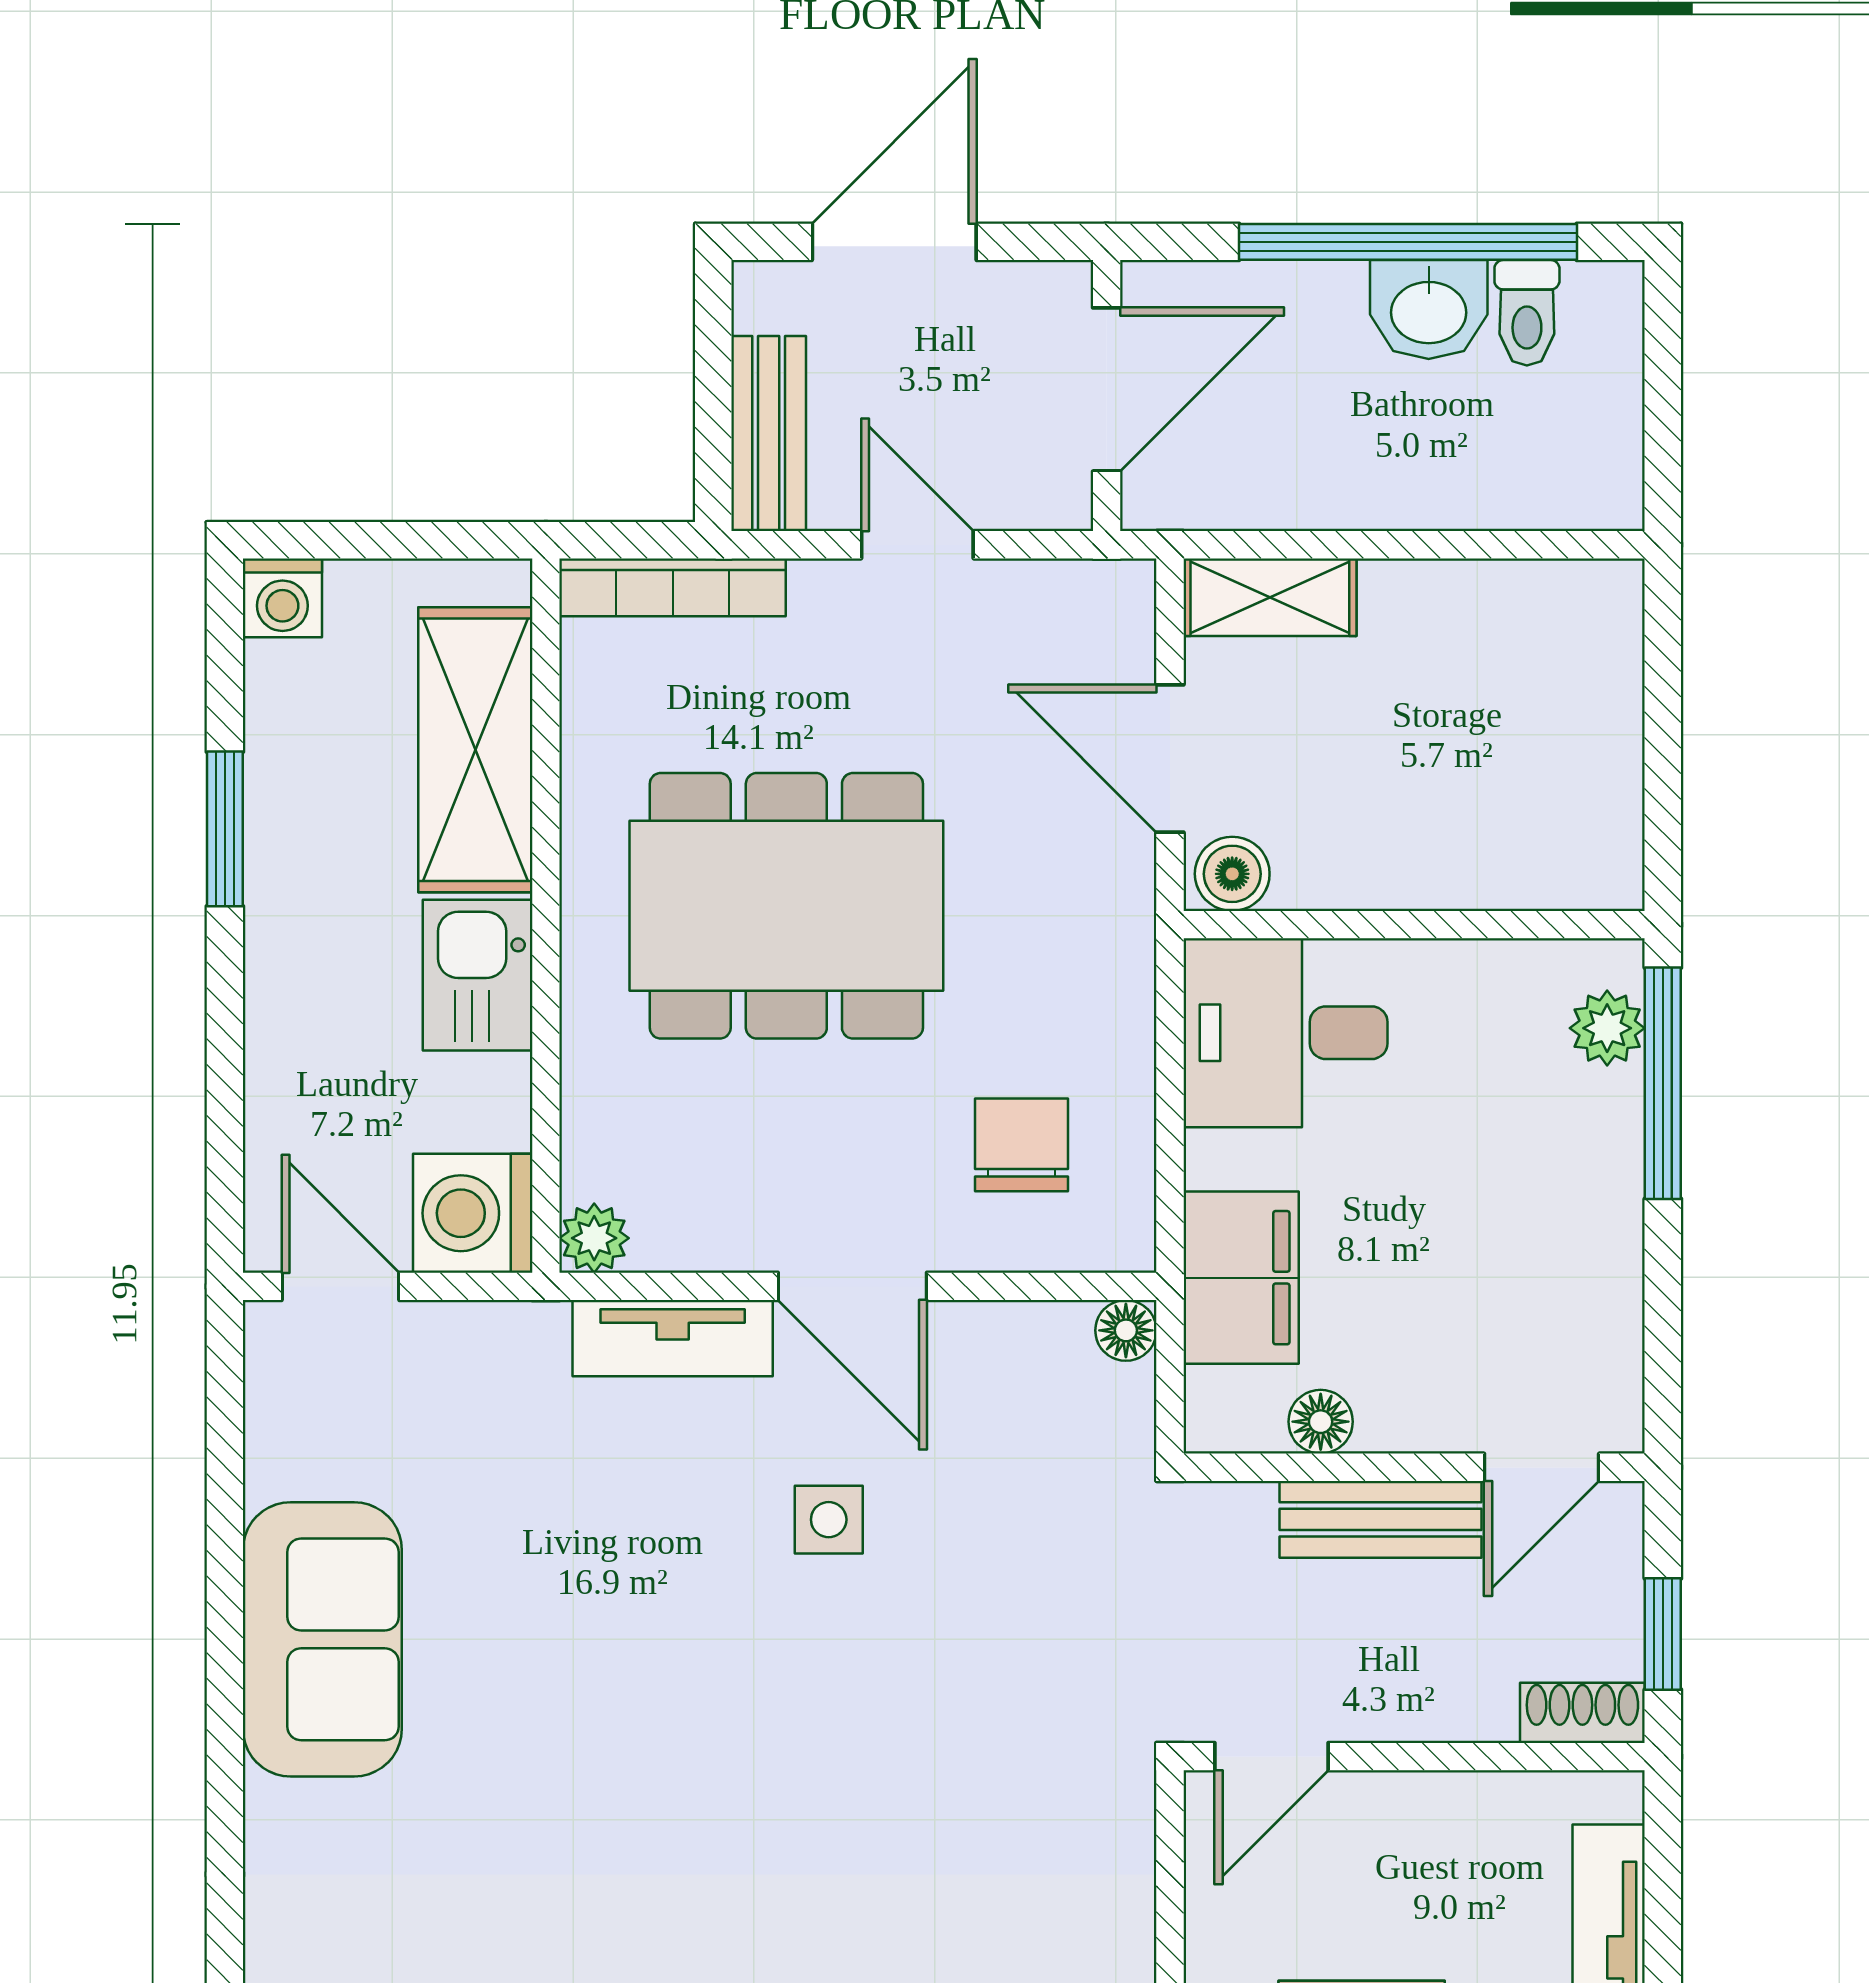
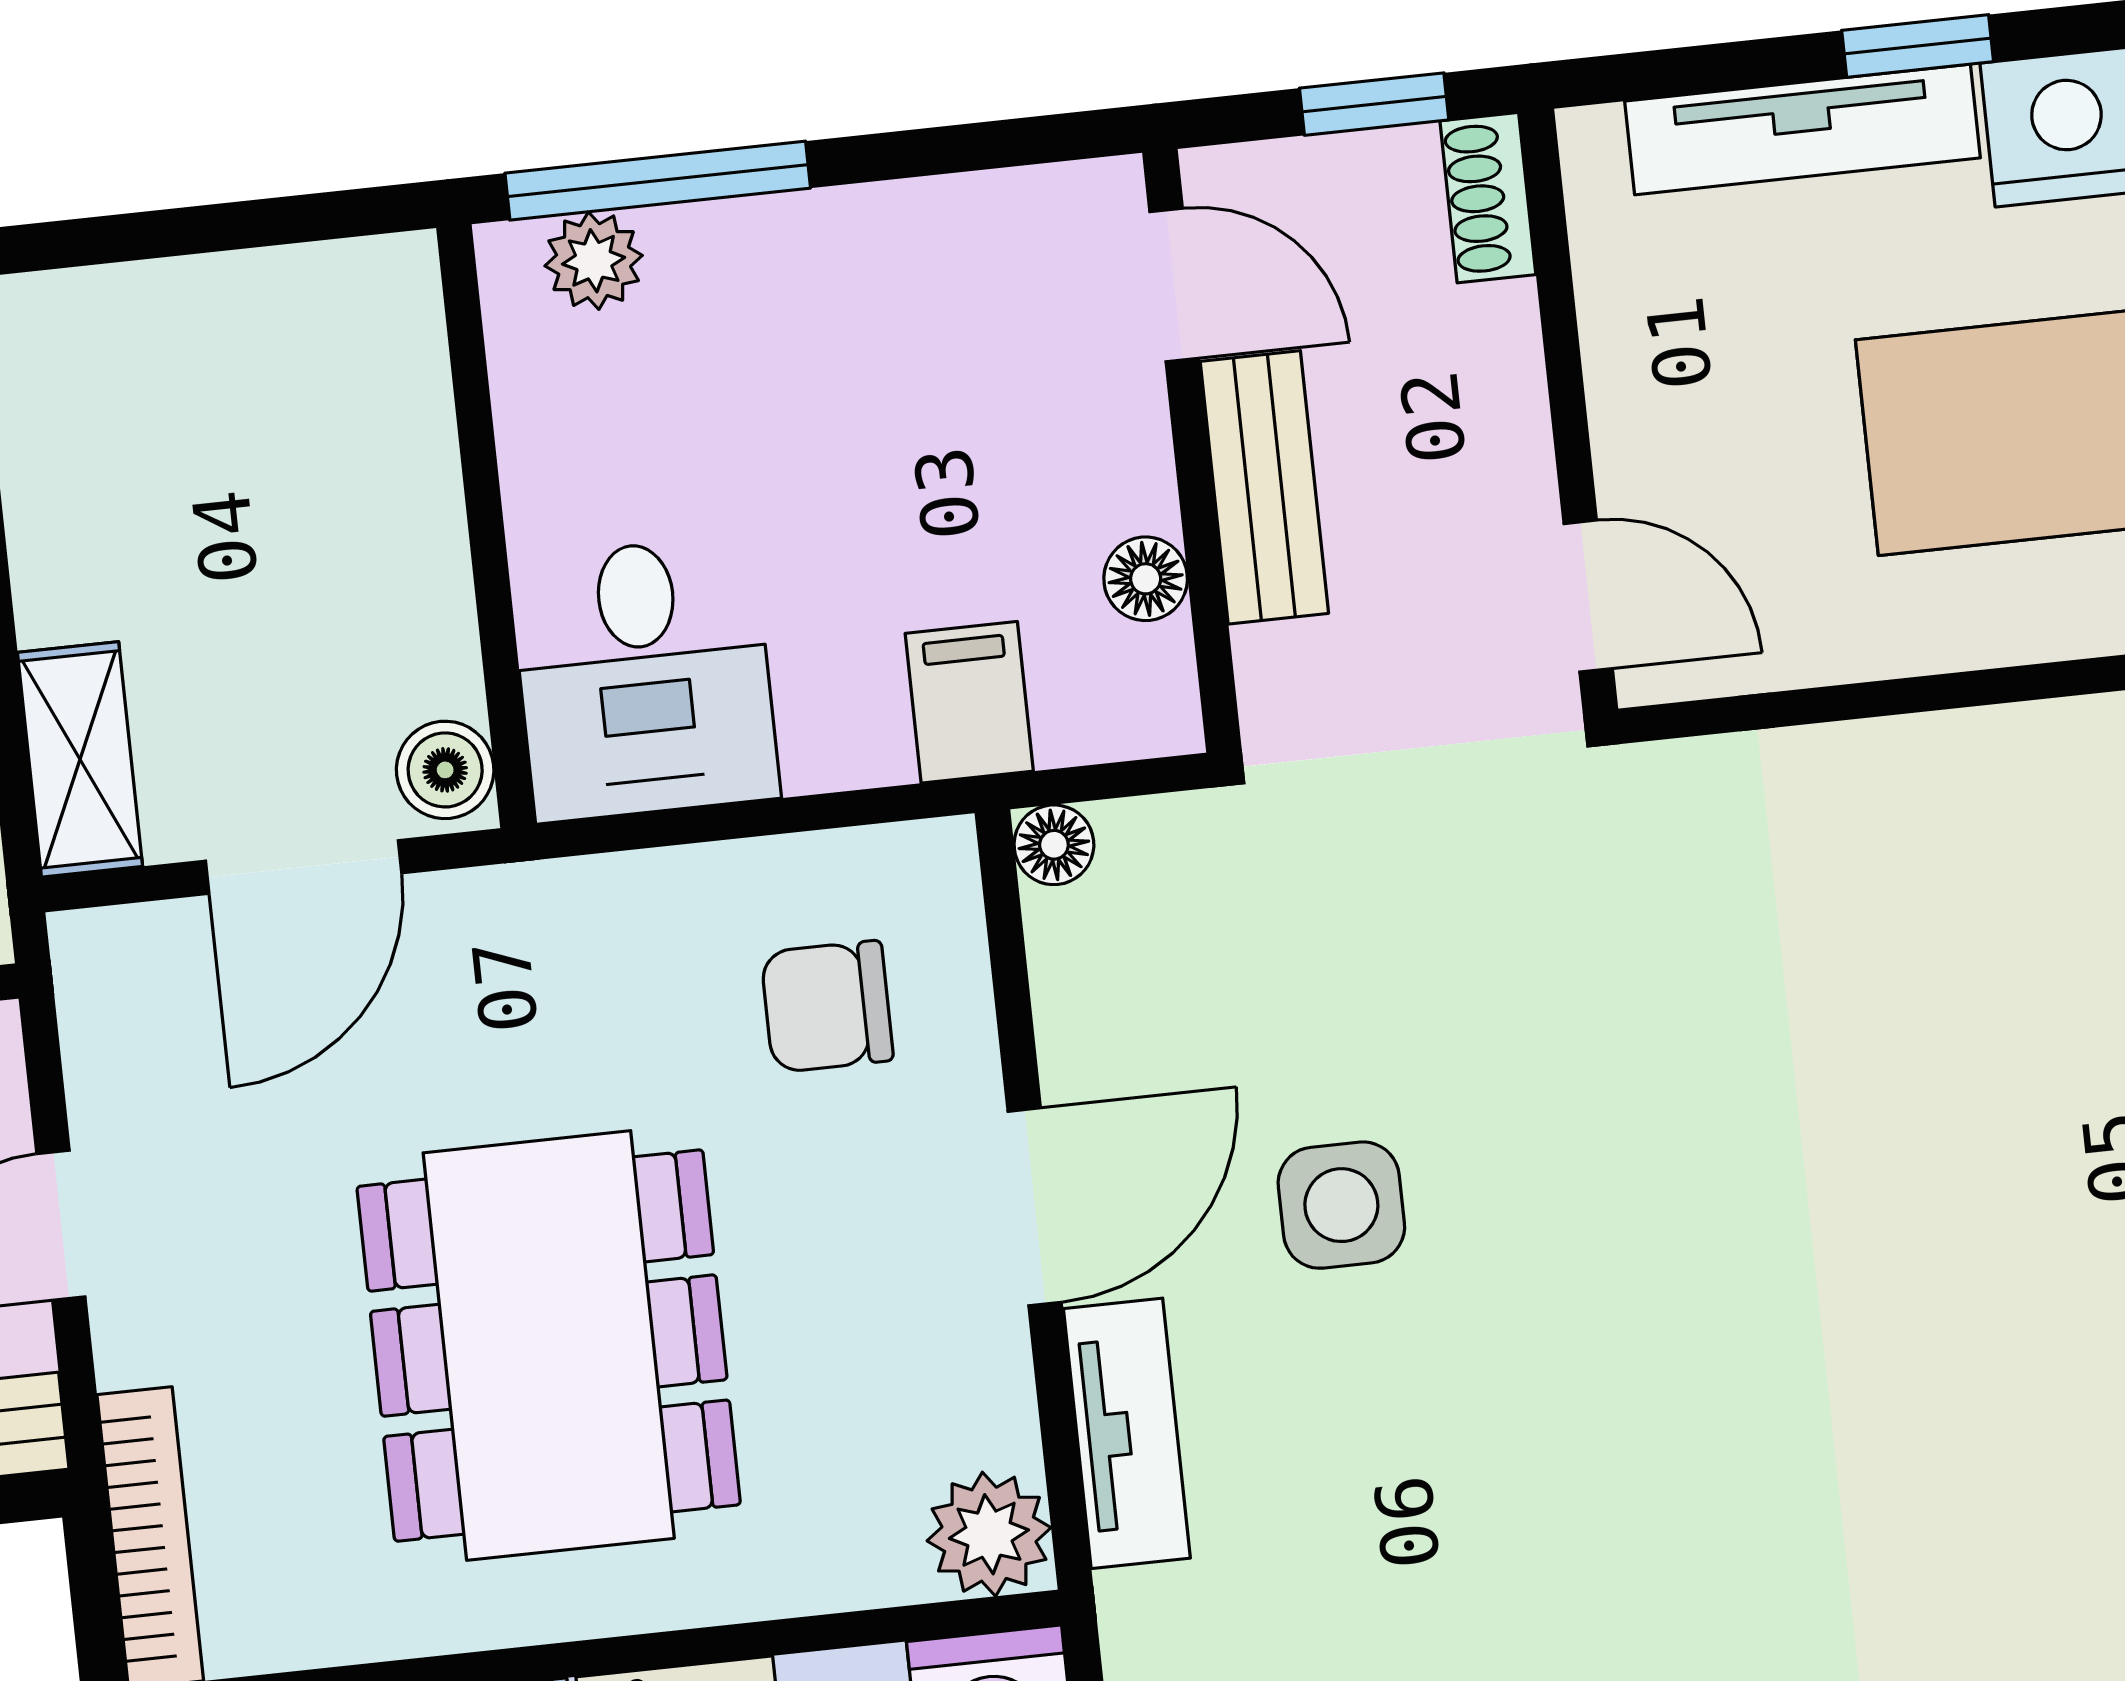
plant: (594, 1238) -> (989, 1534), width x1.38, depth x1.38
filing cabinet: (1241, 1278) -> (969, 702), width x0.50
side table: (829, 1520) -> (1341, 1205), width x1.37, depth x1.37

